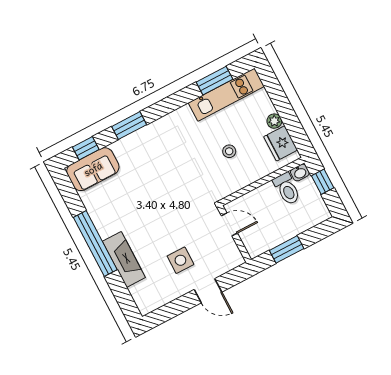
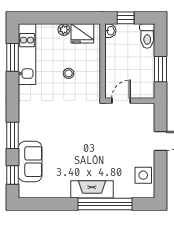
sofa: (93, 169) -> (30, 162), moved
toilet: (287, 189) -> (147, 36), moved, turned 90
window: (95, 243) -> (105, 204), moved
fireplace: (124, 259) -> (92, 189), moved
side table: (180, 260) -> (143, 175), moved

